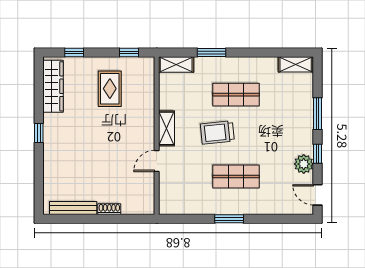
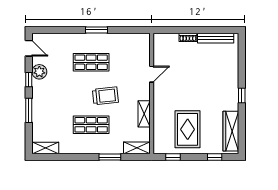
rug: (110, 89) -> (188, 129), width x1.36, depth x1.43
shelving: (166, 128) -> (144, 114), moved

